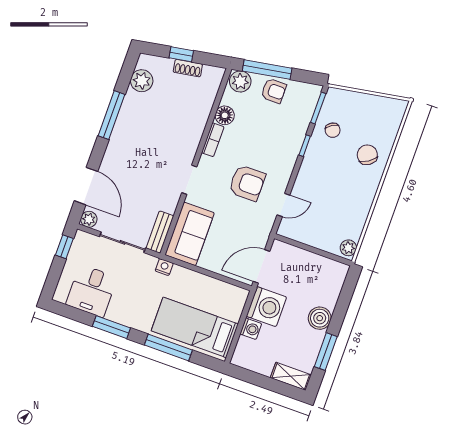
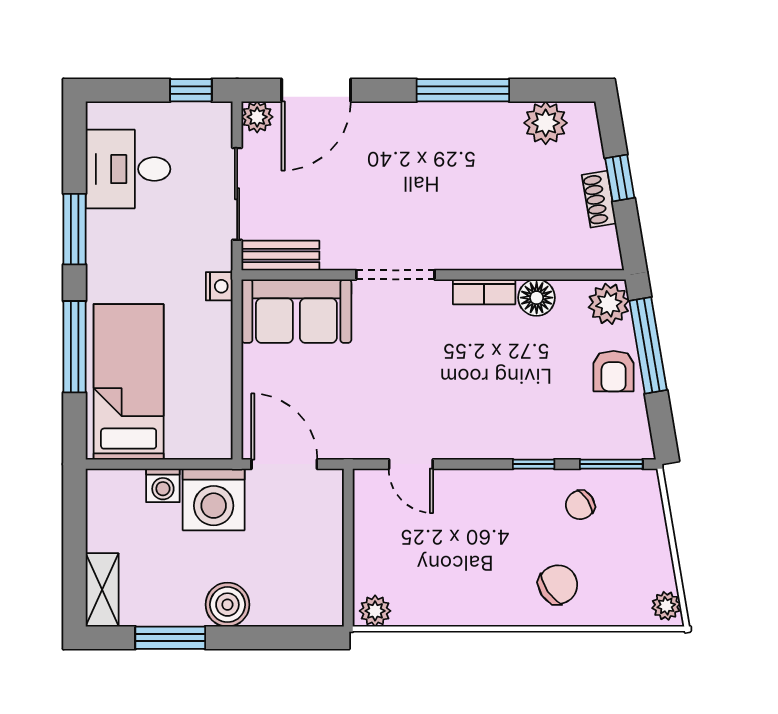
plant: (396, 106) -> (666, 606), added
doorway: (189, 180) -> (395, 275), width x1.38
armchair: (247, 183) -> (427, 383), removed

